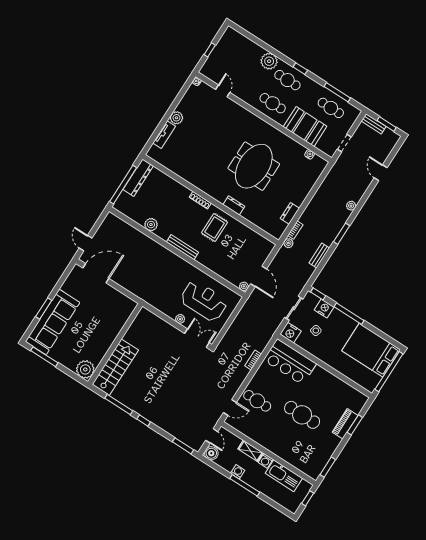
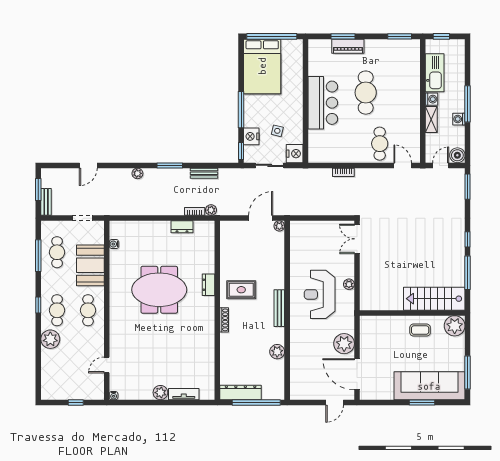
plant: (125, 278) -> (344, 344), added
reception desk: (204, 301) -> (320, 294), moved
plant: (180, 319) -> (349, 284), moved
coffee table: (99, 342) -> (420, 330), added
bar counter: (290, 362) -> (323, 103), moved

